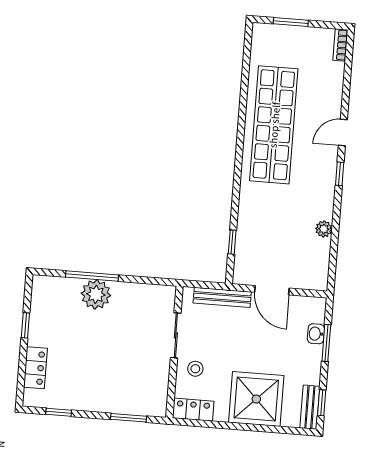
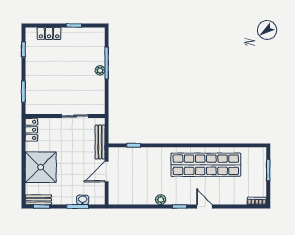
plant: (324, 229) -> (161, 200), moved
plant: (96, 294) -> (100, 70), width x0.53, depth x0.53
stool: (195, 369) -> (56, 129), removed

